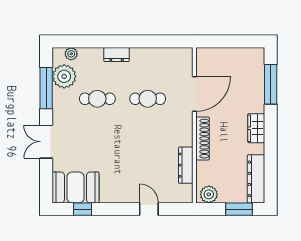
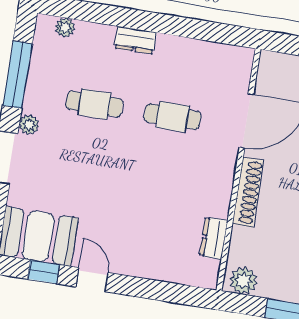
plant: (64, 76) -> (29, 125), moved, width x0.53, depth x0.53
dresser: (186, 165) -> (214, 238), width x0.70
door: (149, 209) -> (92, 280), moved

